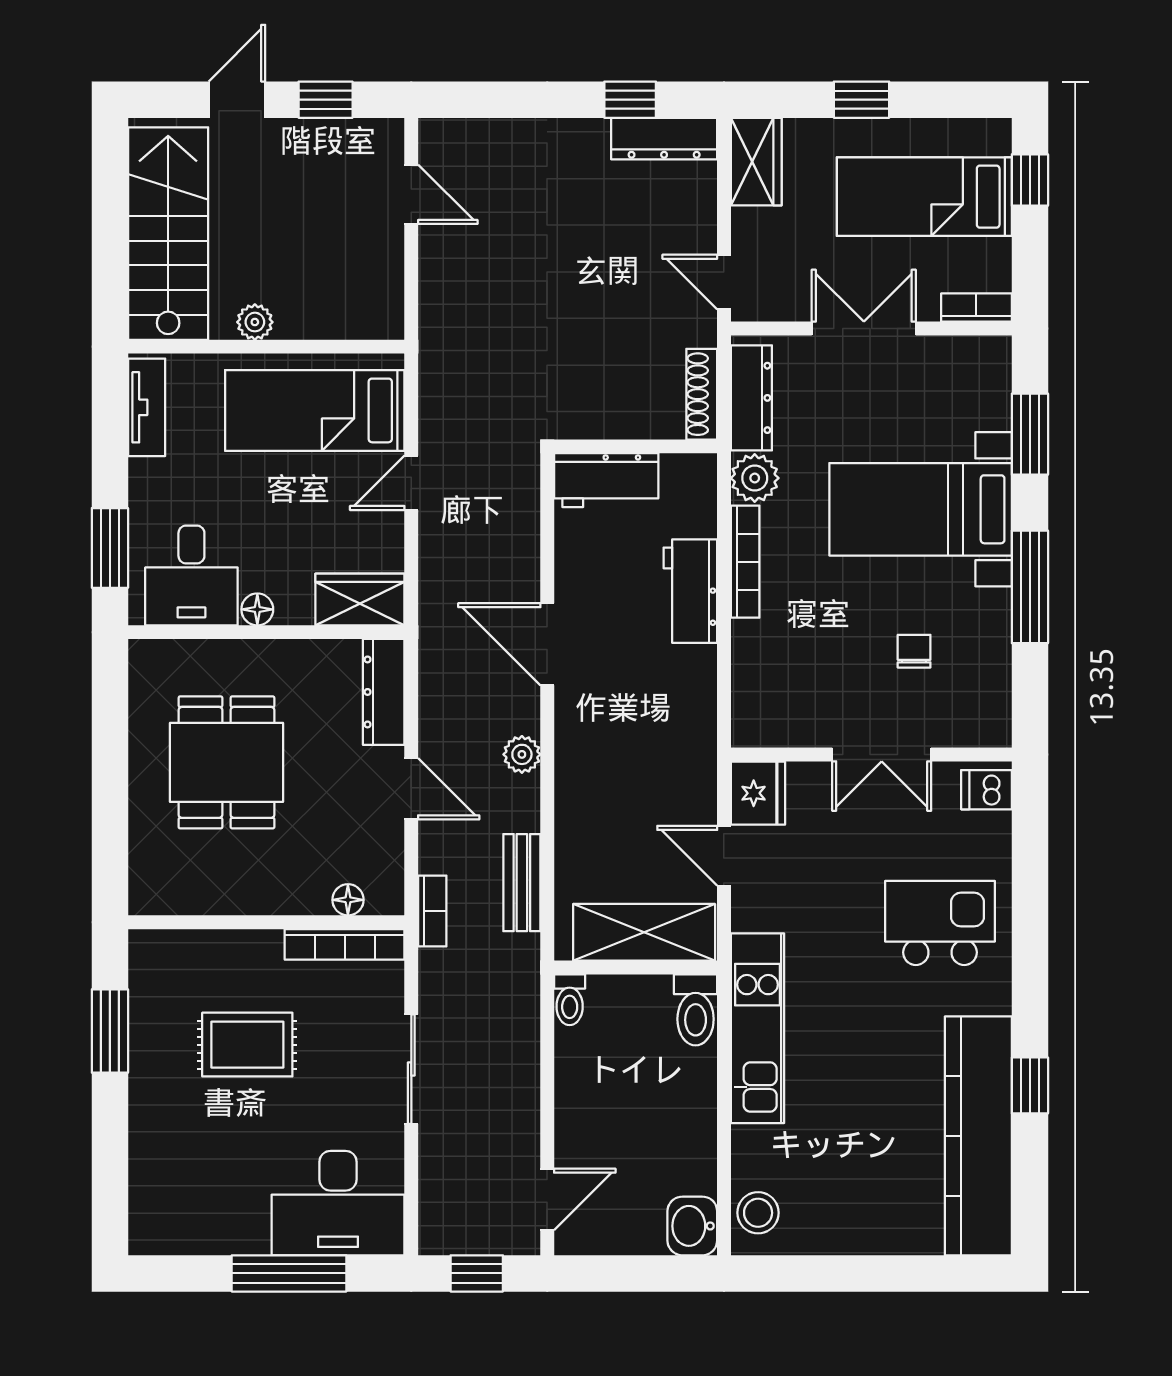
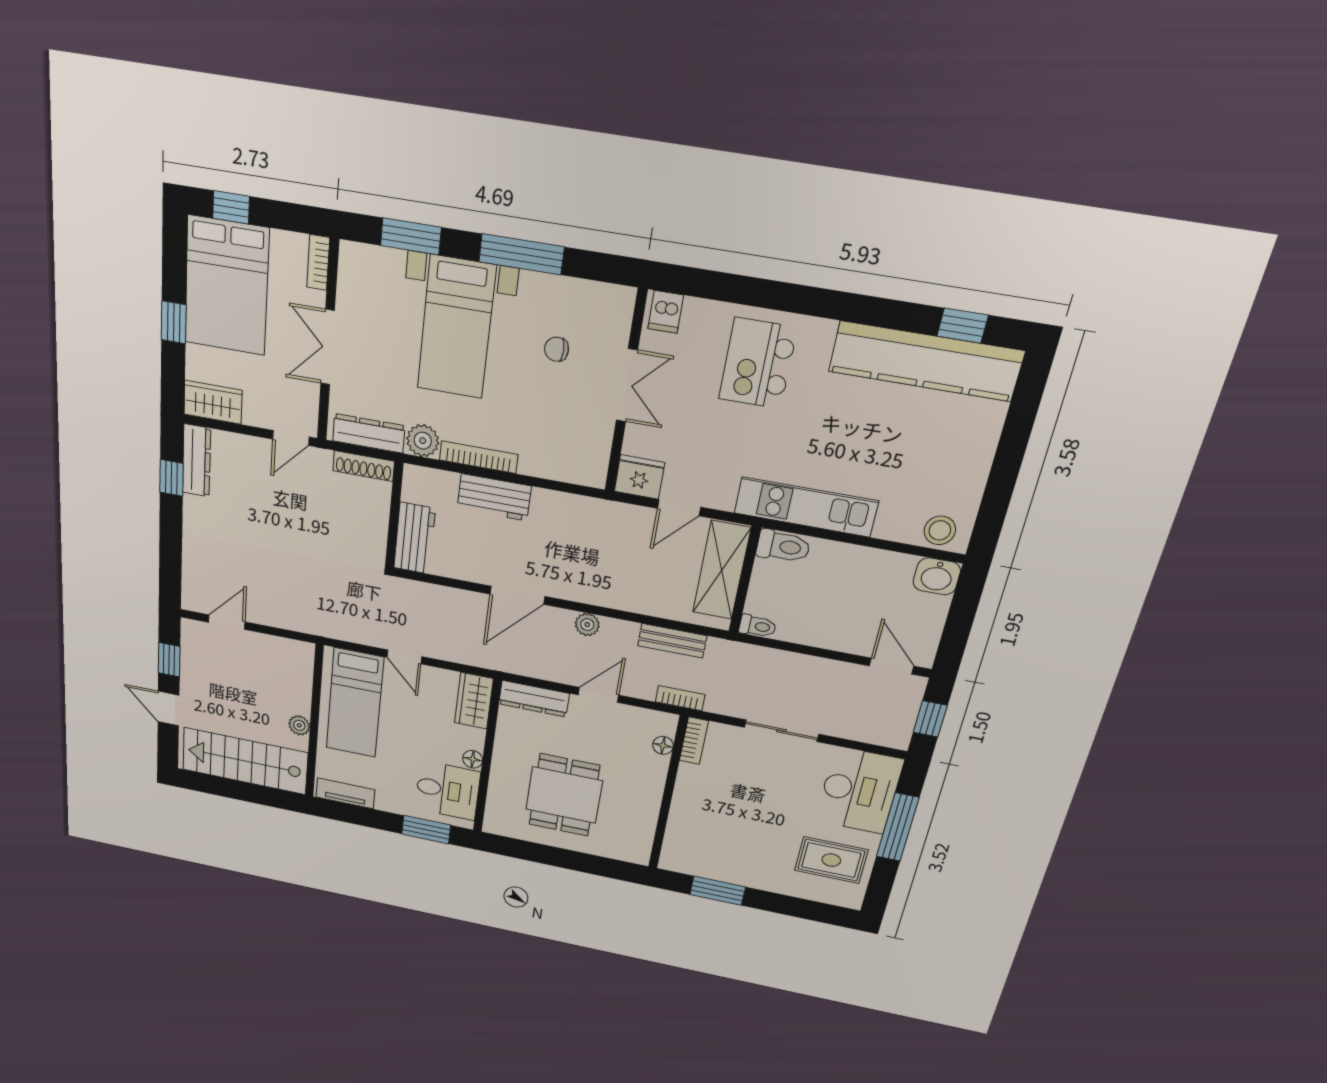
bed: (924, 197) -> (227, 286), width x1.50
dining table: (226, 762) -> (564, 795), turned 90
bookcase: (345, 944) -> (694, 741), width x0.64
rug: (247, 1045) -> (831, 860), moved, turned 90
window: (1030, 1085) -> (963, 326), moved

